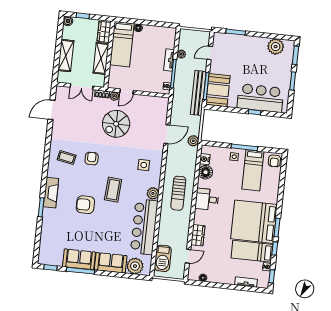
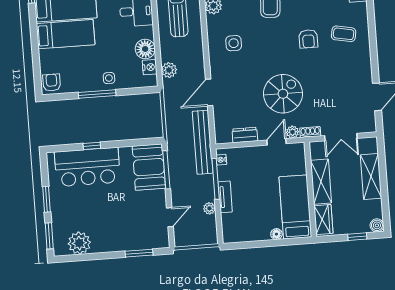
double door: (82, 87) -> (341, 137), swing flipped
bench: (198, 93) -> (203, 142), moved
dresser: (148, 100) -> (245, 135), added
plant: (193, 141) -> (169, 70), moved
bed: (253, 170) -> (66, 34), moved, turned 90

